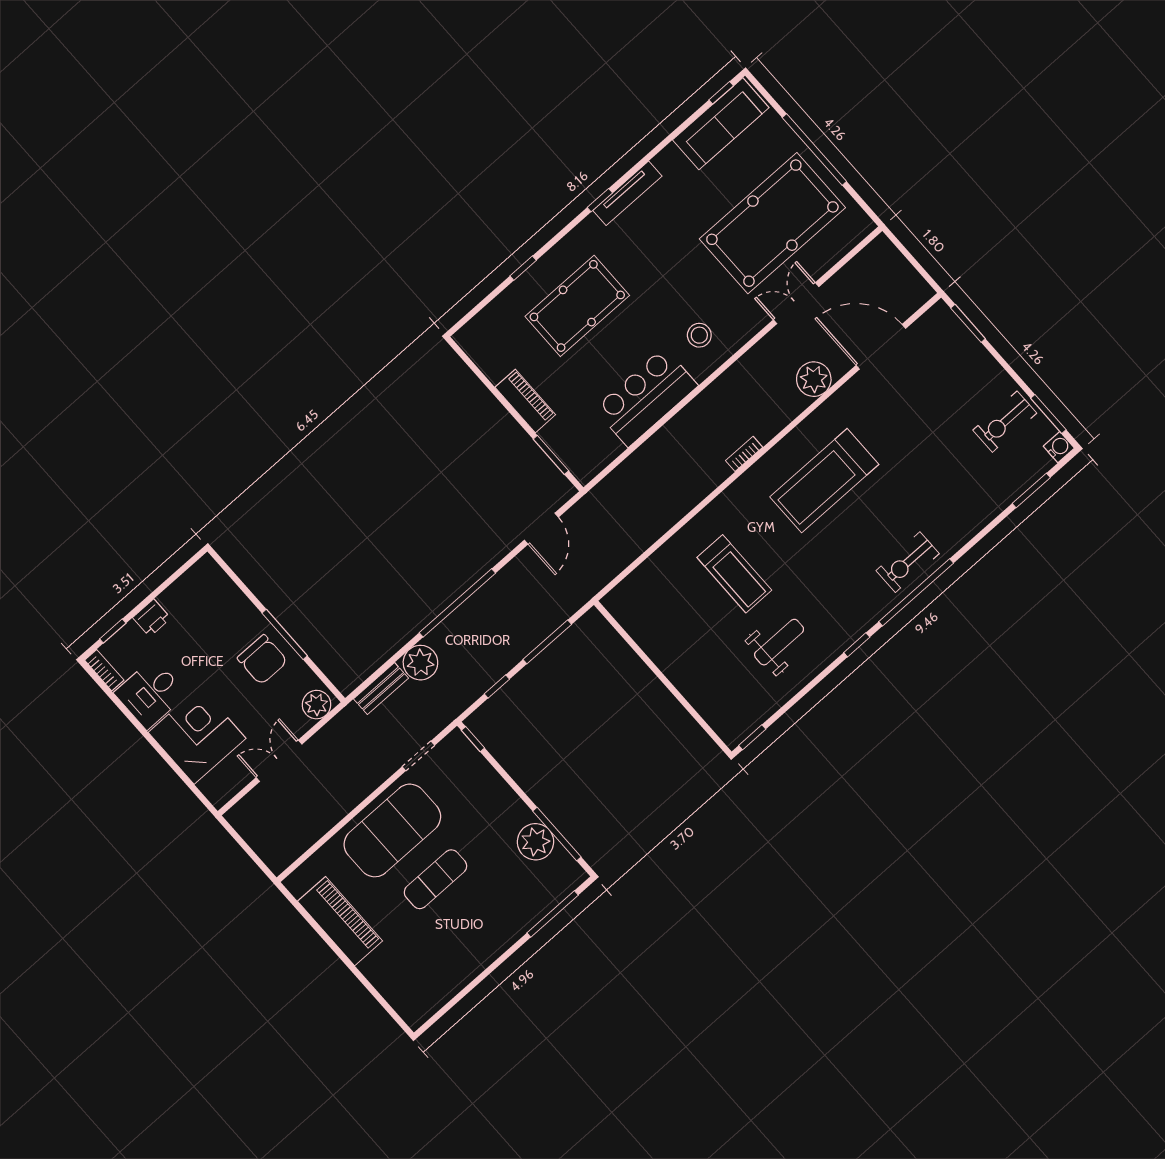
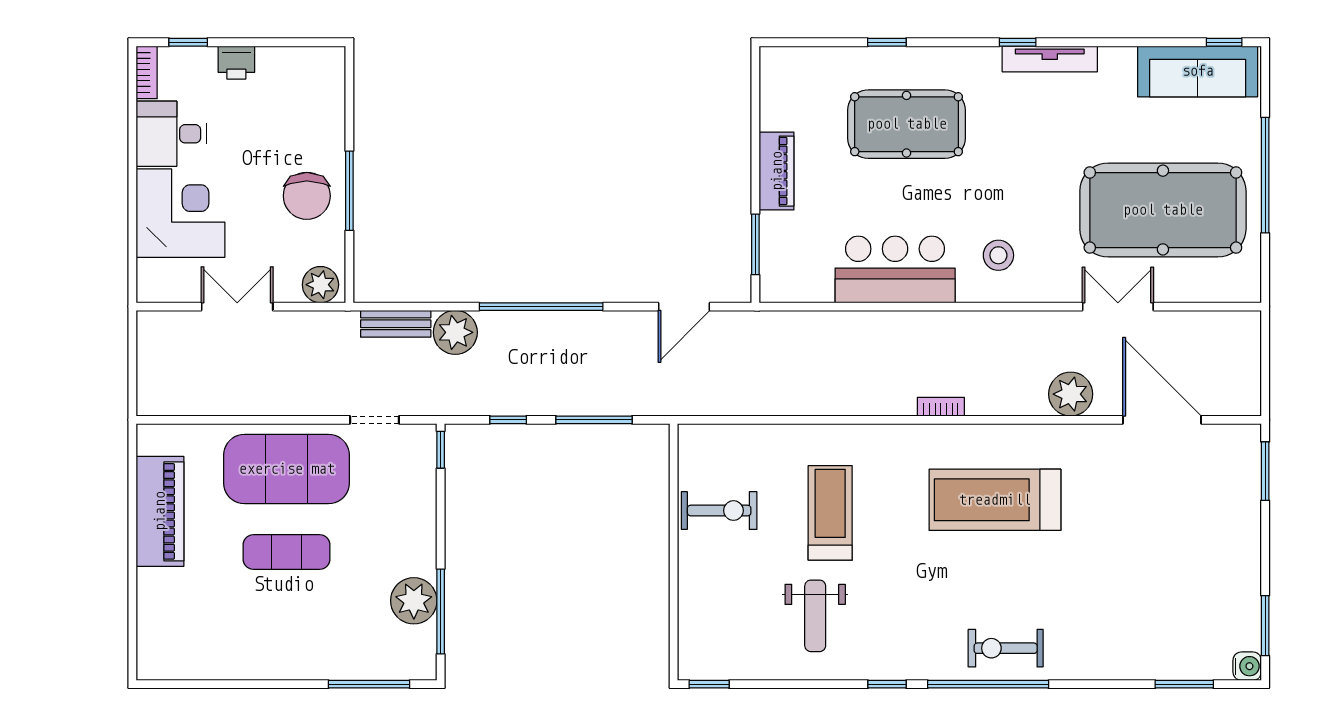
exercise bike: (1005, 422) -> (719, 511), moved, turned 180
treadmill: (734, 574) -> (830, 513), turned 180
weight bench: (779, 642) -> (815, 616), turned 90

